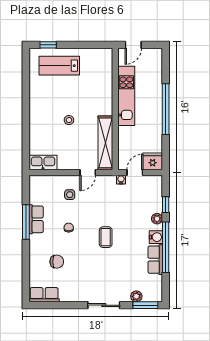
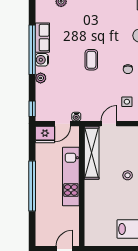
kitchen unit: (126, 96) -> (71, 177), moved
window: (166, 205) -> (32, 109), moved

